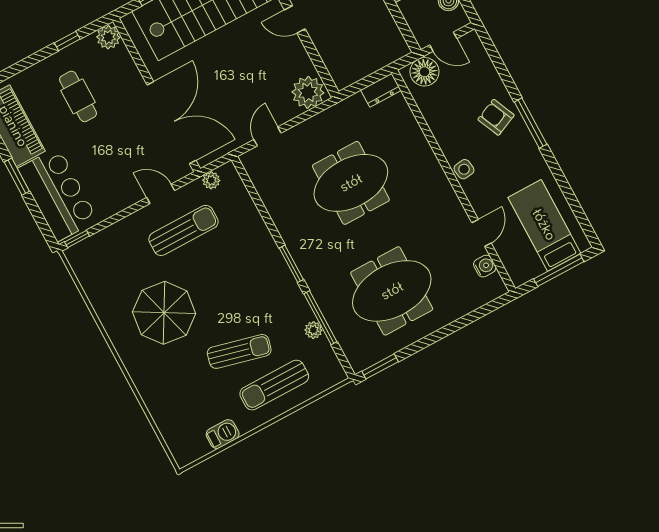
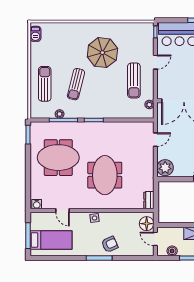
door: (443, 42) -> (155, 239), hinge flipped
door: (268, 136) -> (155, 140), hinge flipped
meeting table: (351, 183) -> (105, 175), moved
door: (161, 194) -> (155, 62), moved
water cooler: (485, 266) -> (37, 204), moved
meeting table: (392, 291) -> (58, 158), turned 90
sun lounger: (239, 351) -> (76, 84), moved
barbecue: (223, 434) -> (35, 34), moved

